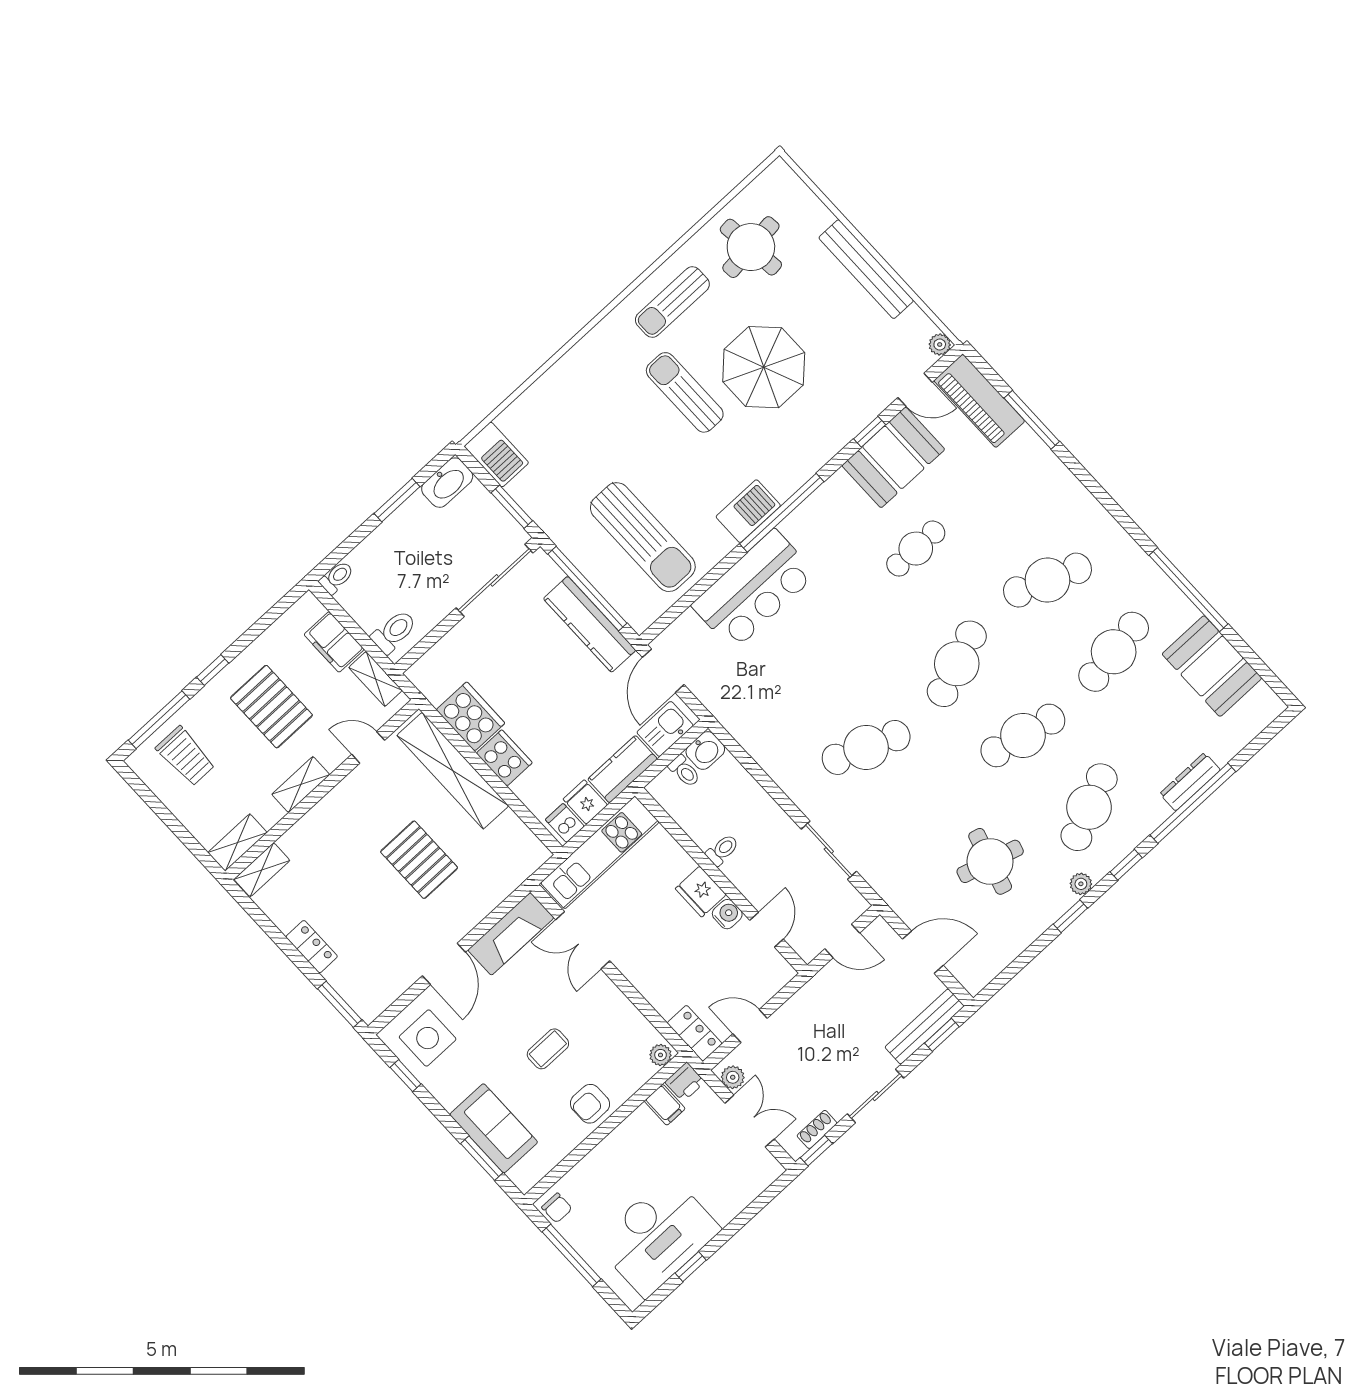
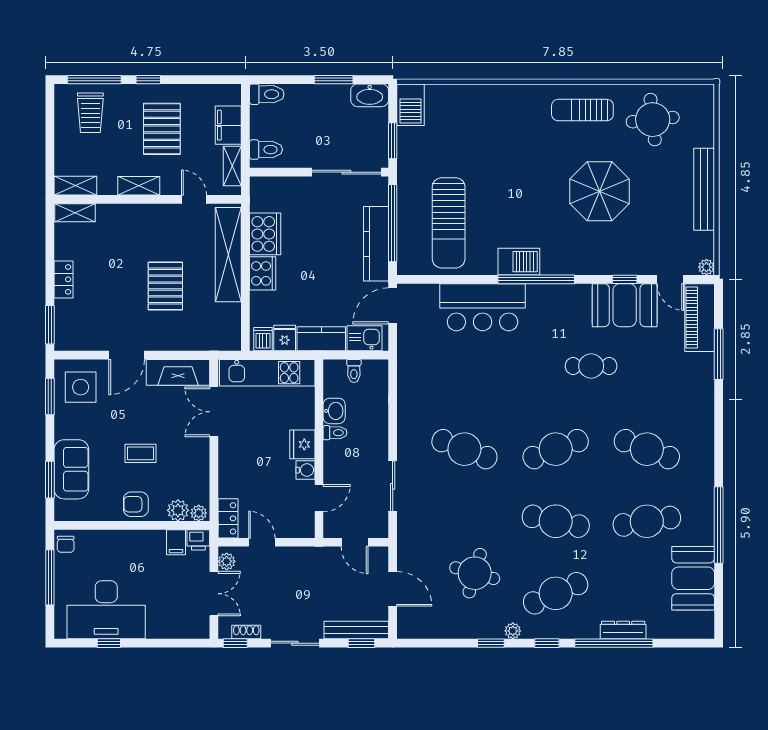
sun lounger: (685, 392) -> (544, 165), removed
toilet: (337, 577) -> (267, 94), width x1.37, depth x1.39
washbasin: (705, 750) -> (334, 411), moved, turned -90
plant: (637, 1071) -> (178, 510), added
window: (406, 1076) -> (50, 397), width x1.50

